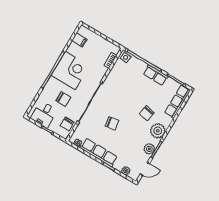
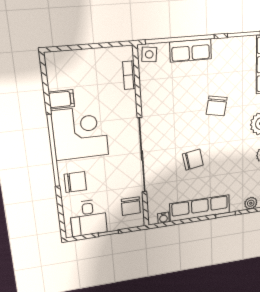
filing cabinet: (79, 40) -> (61, 99), moved
row of seats: (156, 75) -> (191, 51), moved
chair: (63, 99) -> (75, 182), moved
chair: (147, 113) -> (217, 106), moved

